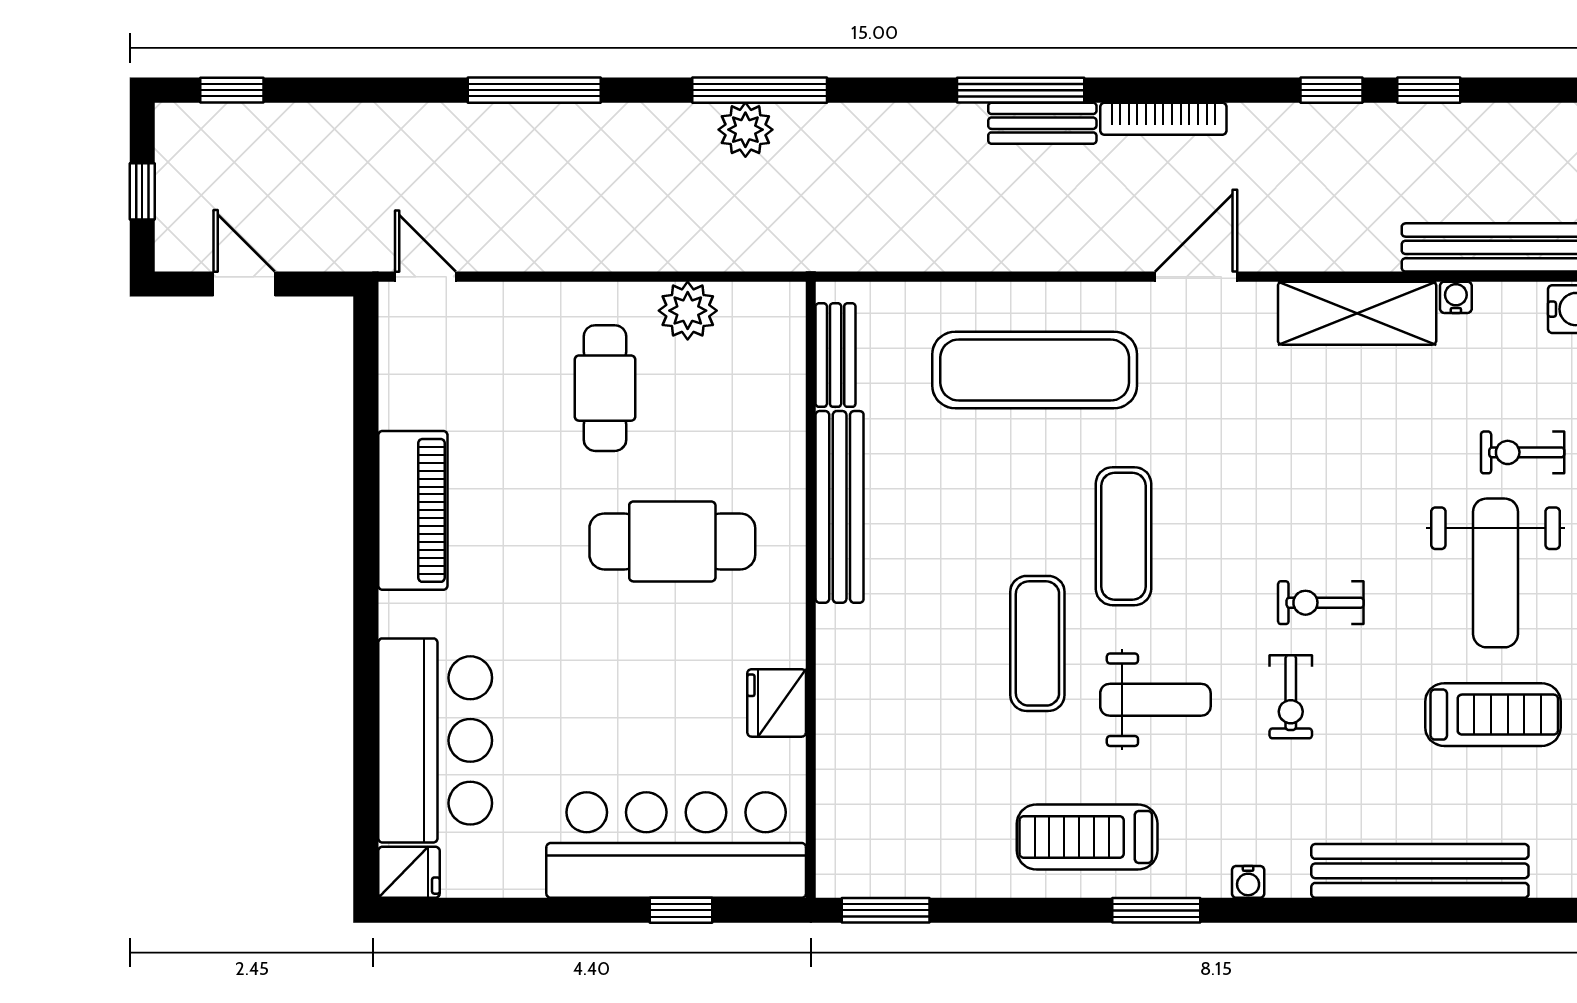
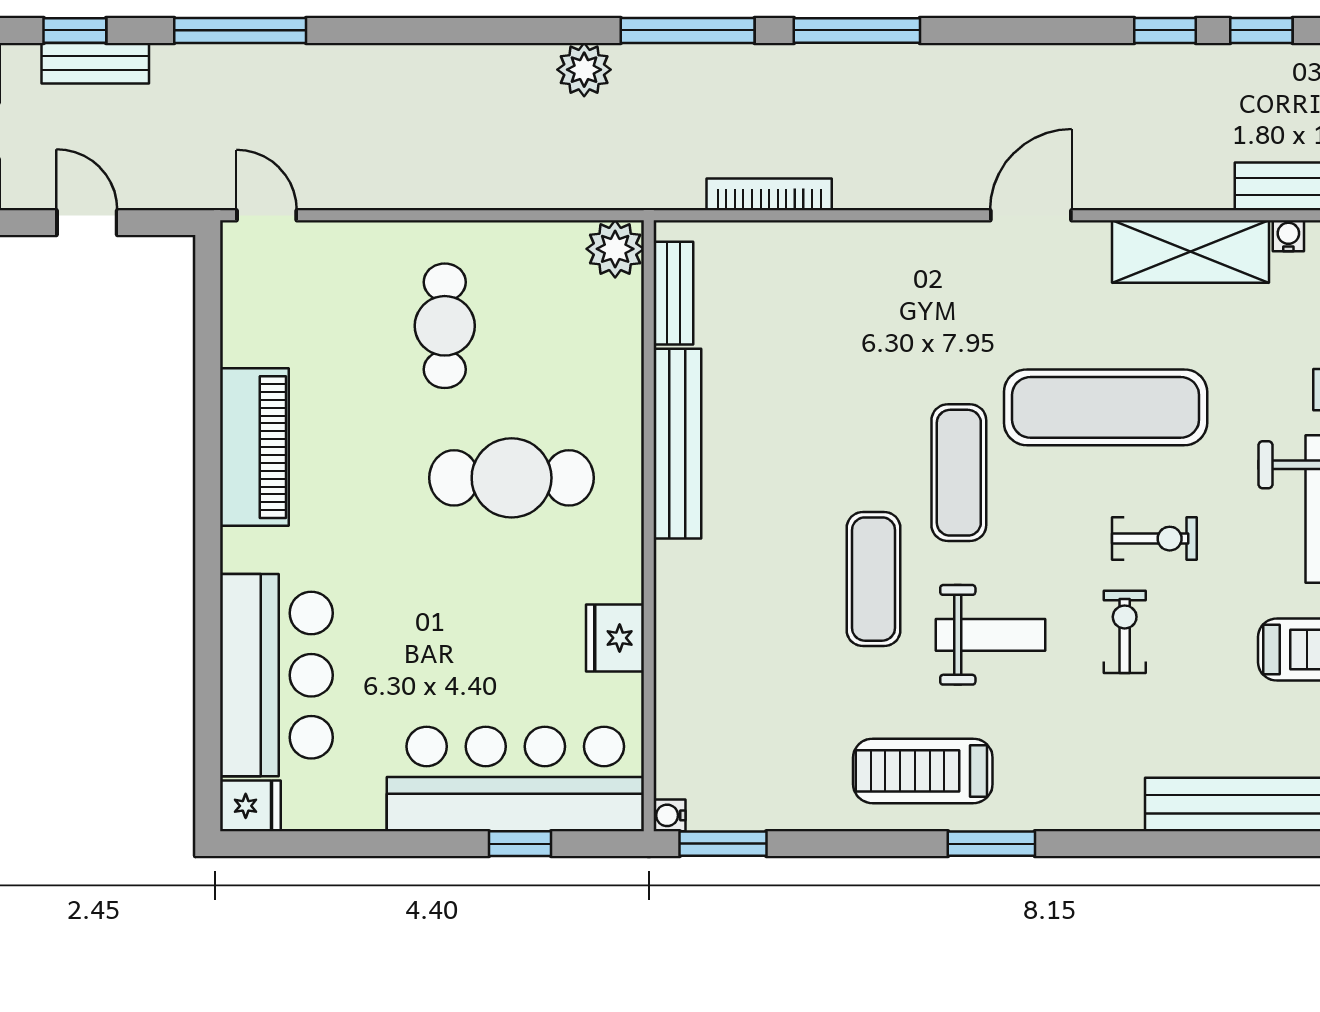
window: (534, 90) -> (240, 30), moved
window: (760, 90) -> (688, 30), moved
bookcase: (1163, 119) -> (769, 194), moved, turned 180
bench: (1042, 123) -> (95, 63), moved
plant: (688, 311) -> (615, 249), moved
exercise mat: (1035, 370) -> (1106, 407), moved
exercise bike: (1321, 603) -> (1154, 539), turned 180
exercise bike: (1291, 697) -> (1125, 632), turned 180
water cooler: (1248, 882) -> (670, 815), moved, turned 90

